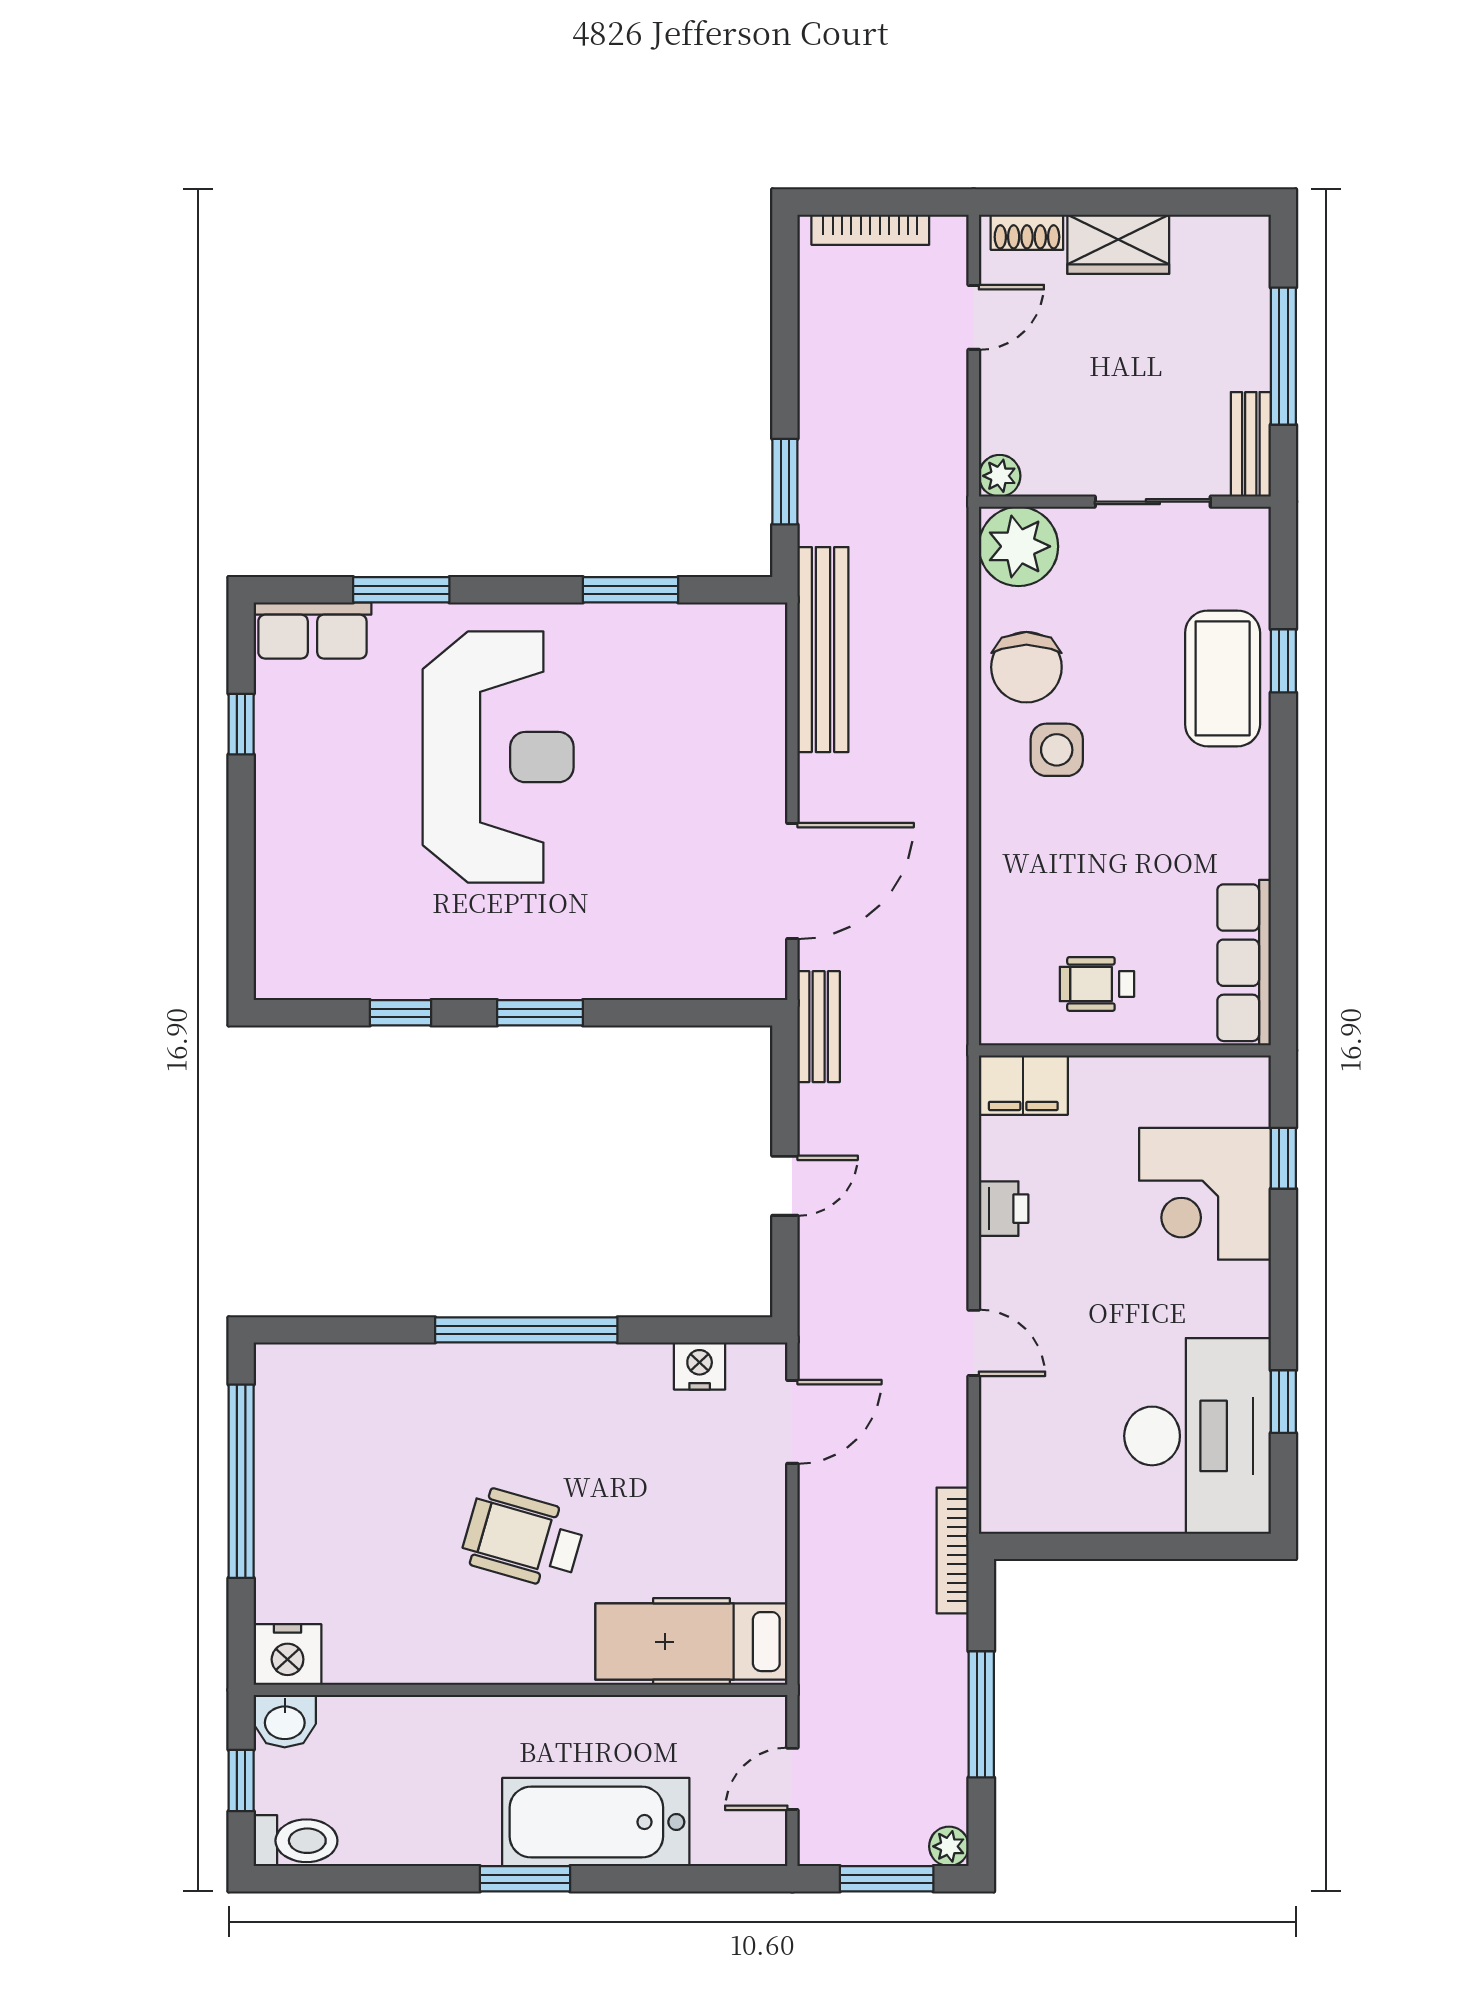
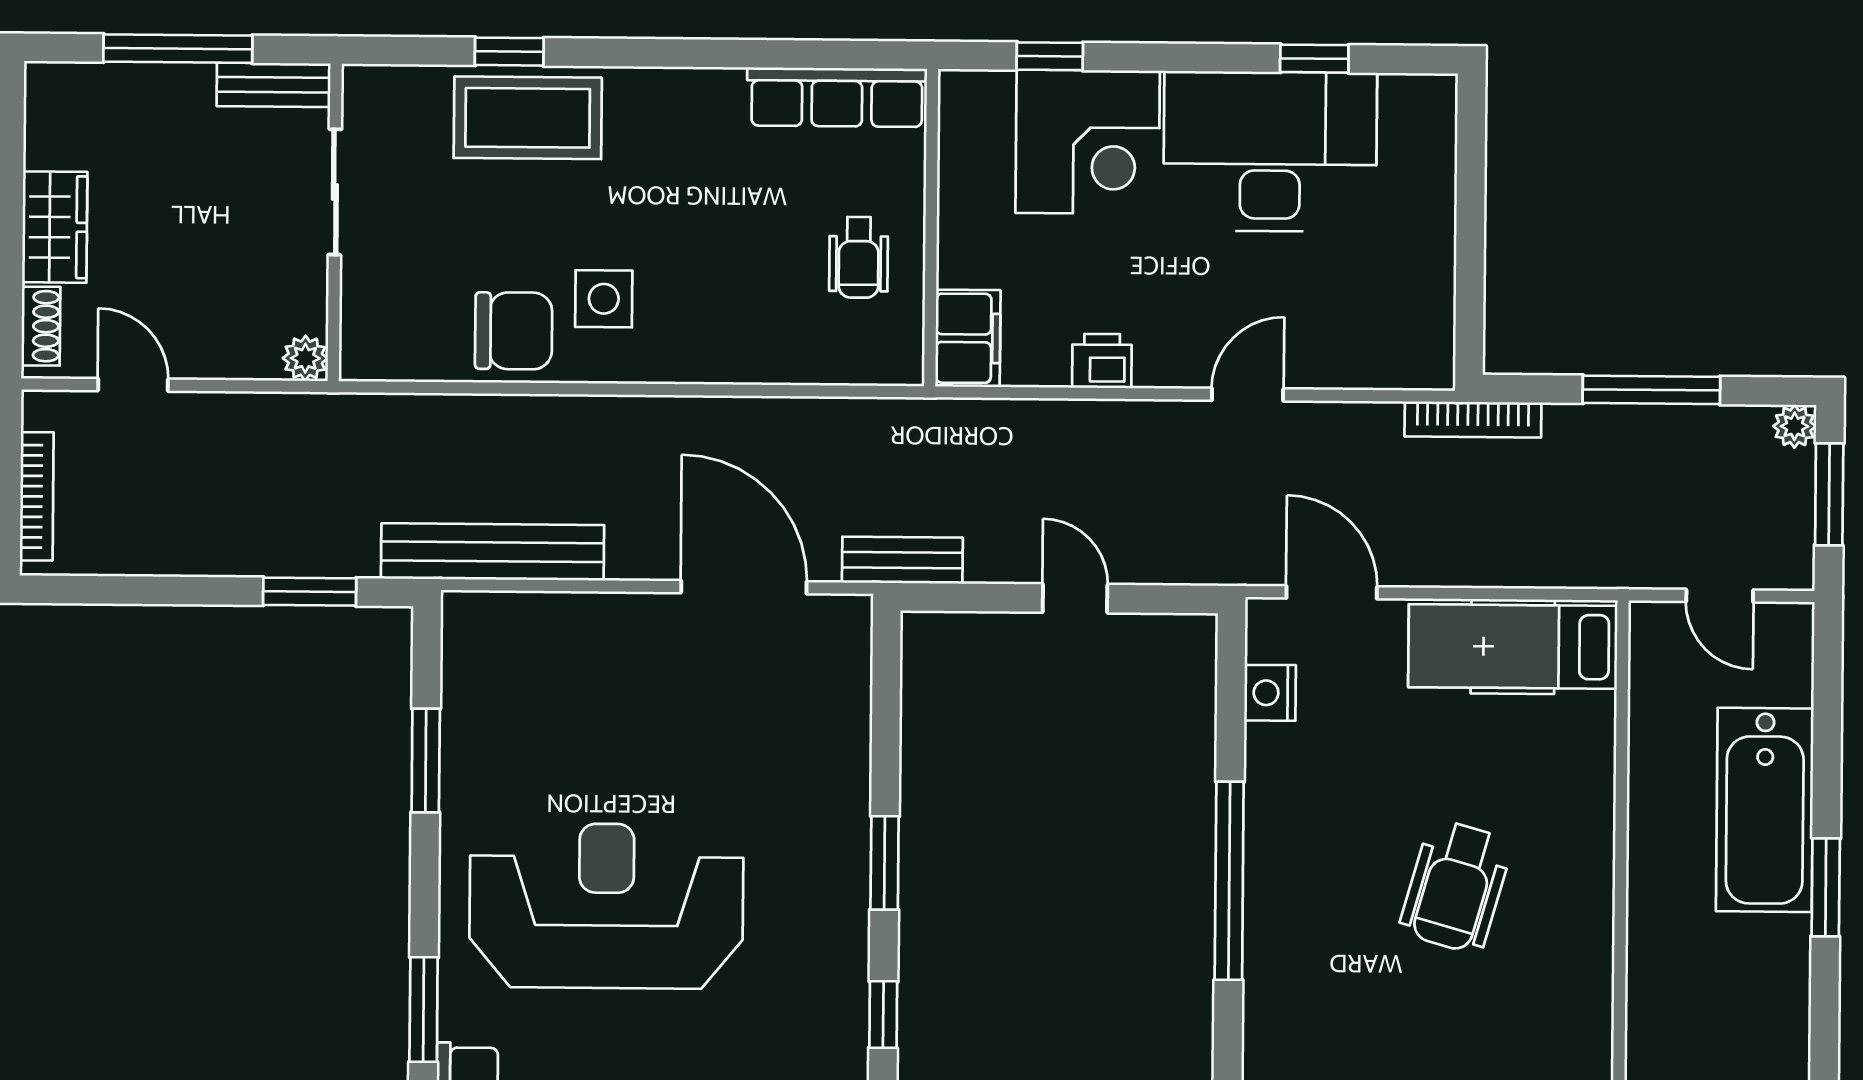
plant: (1018, 546) -> (382, 338), removed
desk: (1198, 1436) -> (1270, 152), moved
hospital bed: (691, 1642) -> (1513, 647), moved, turned 90

